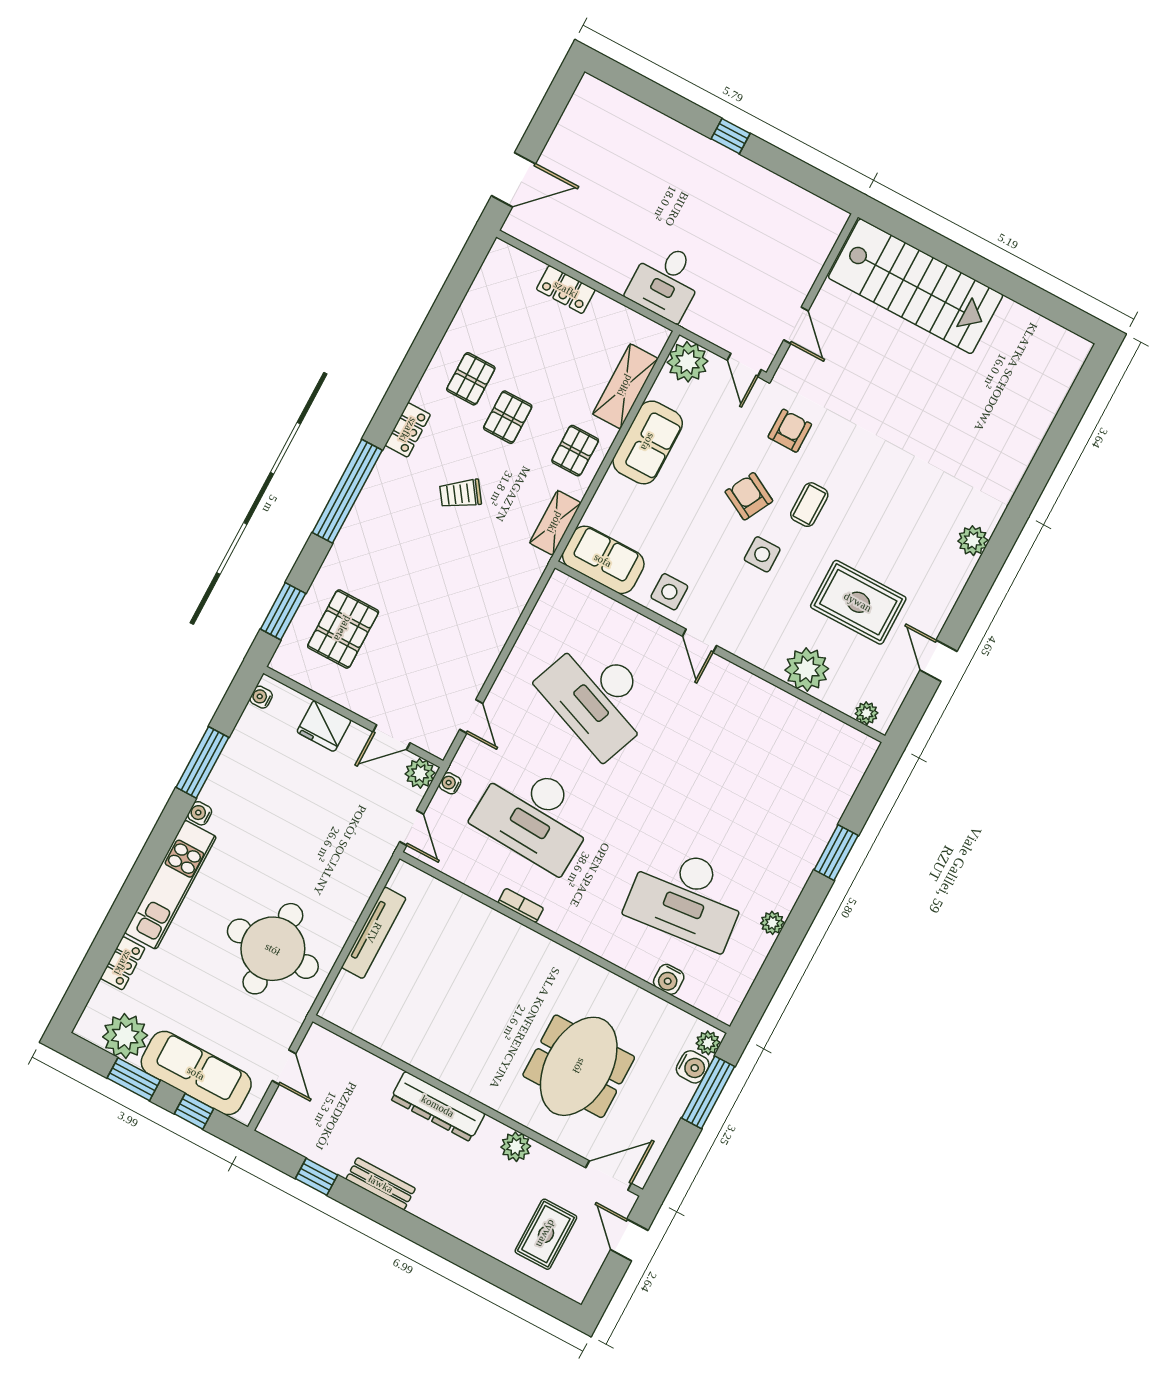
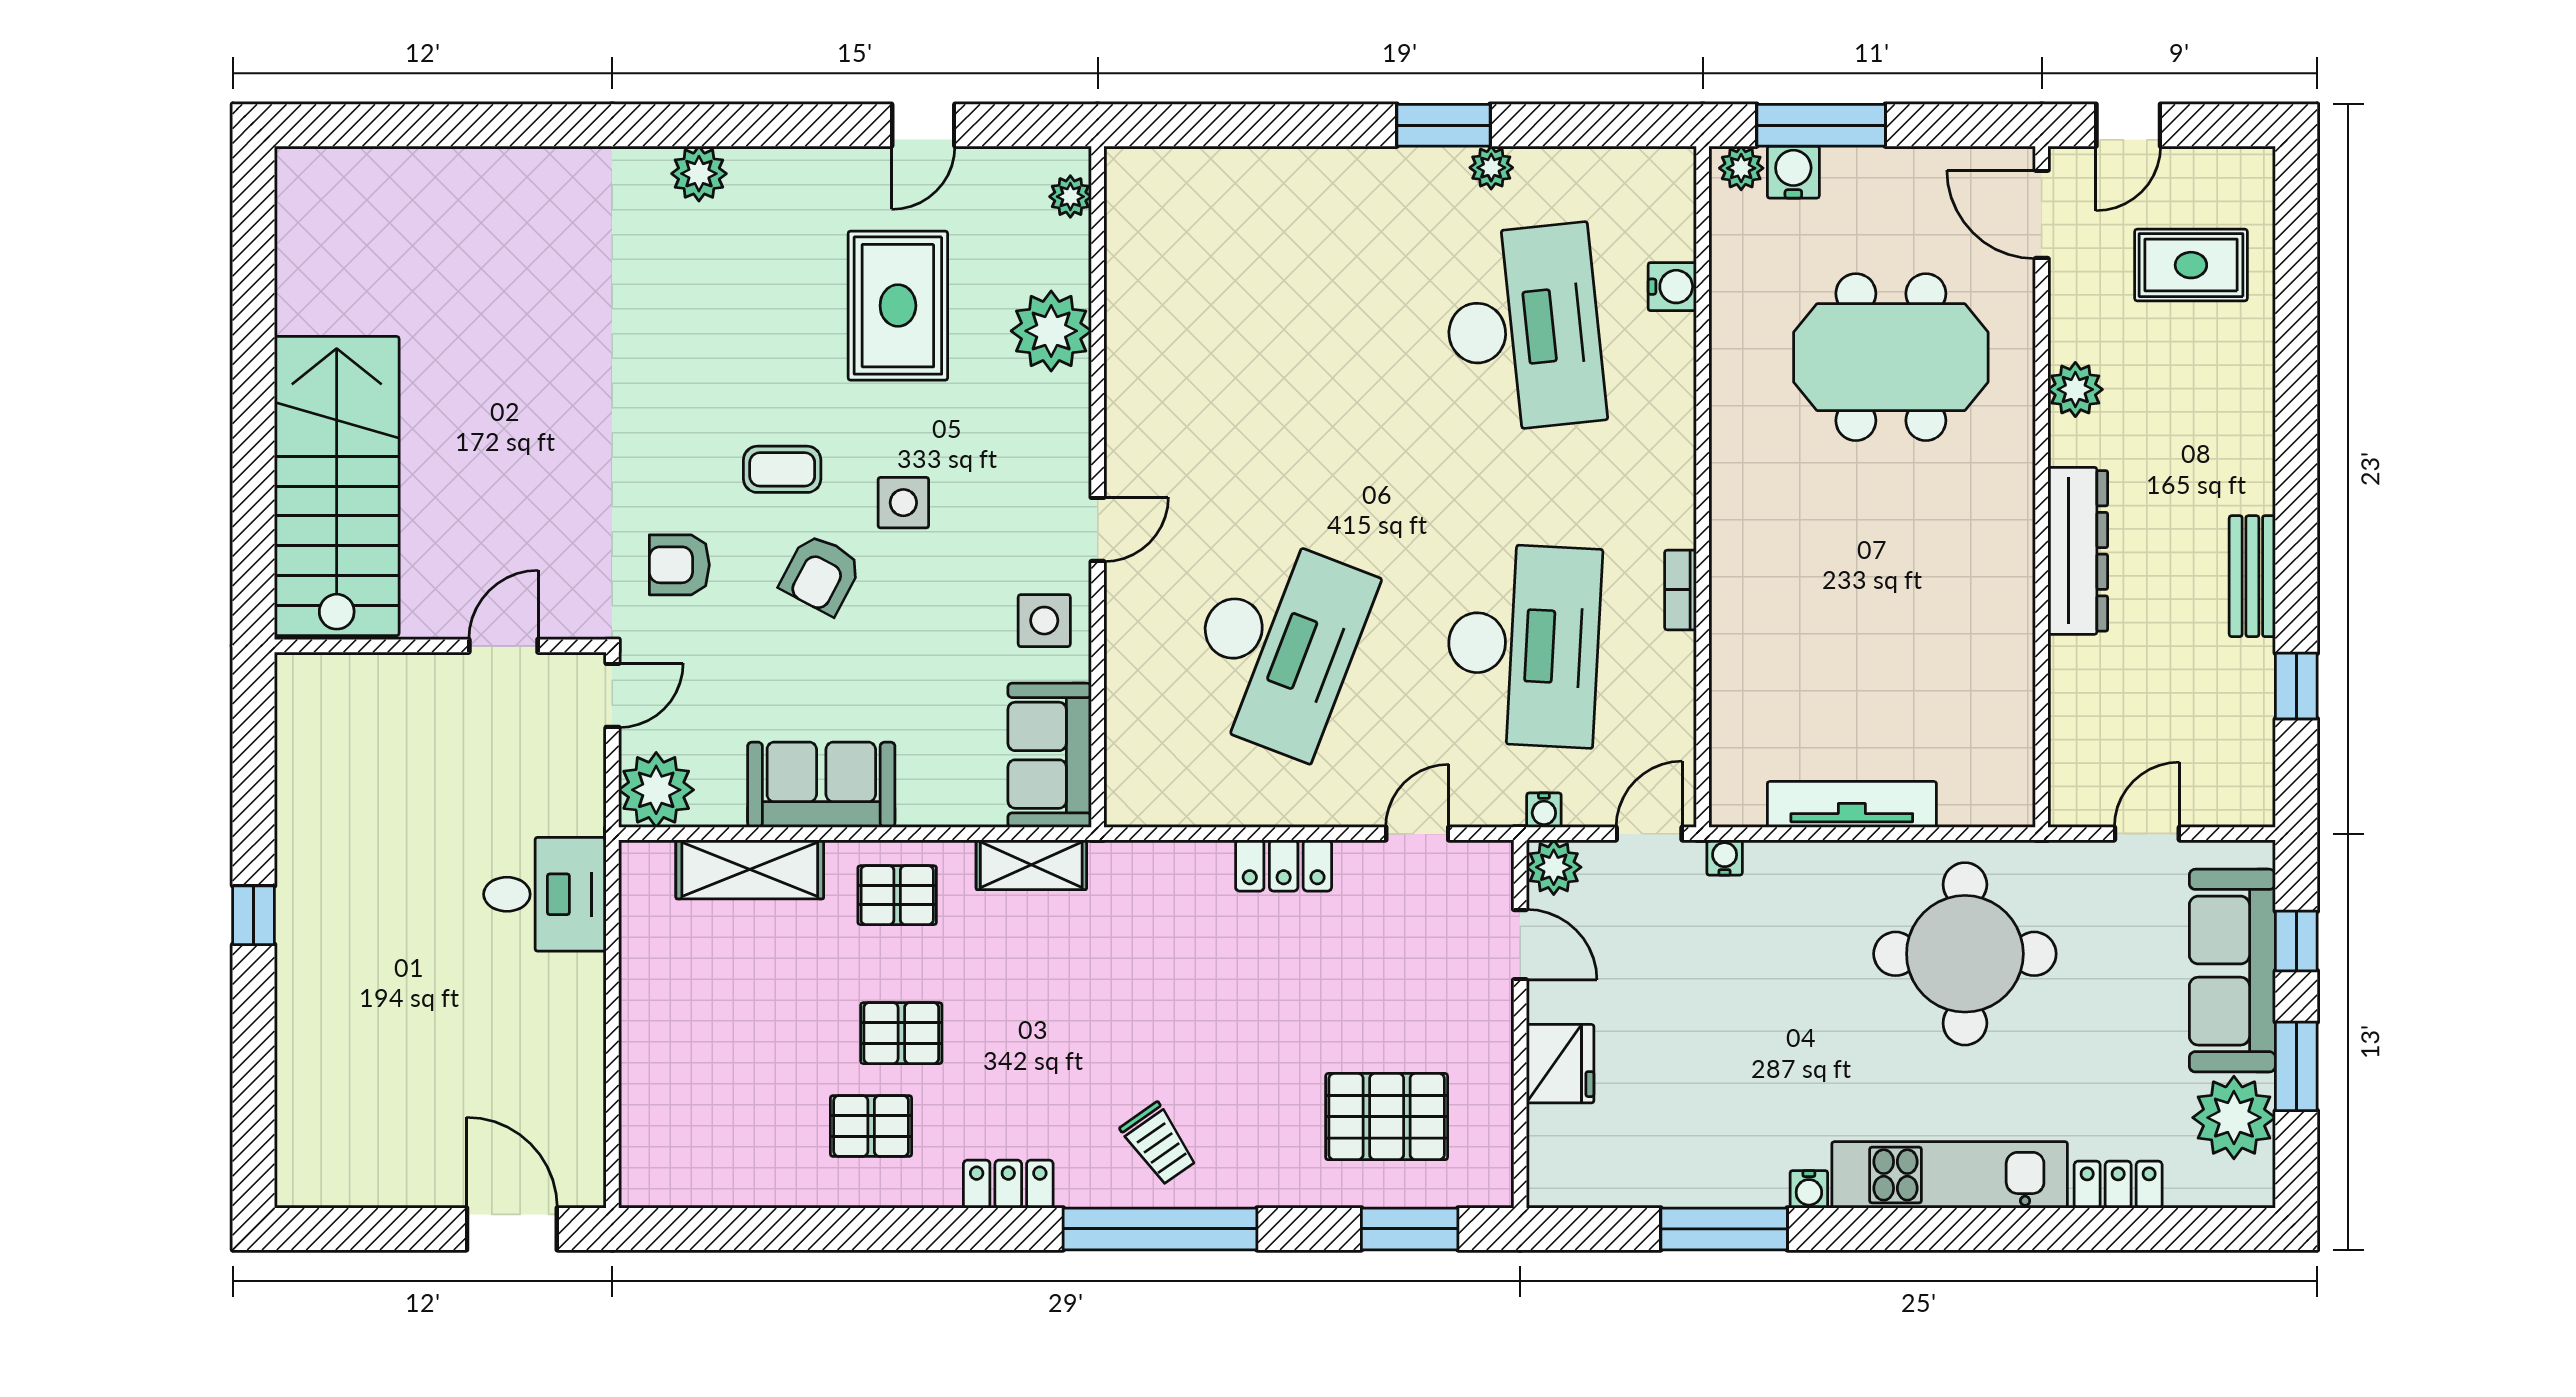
locker: (566, 289) -> (1284, 865), moved, turned 90
trolley: (460, 494) -> (1159, 1144), moved
water cooler: (261, 697) -> (1725, 858), moved, turned 180
window: (836, 853) -> (1443, 125), moved

